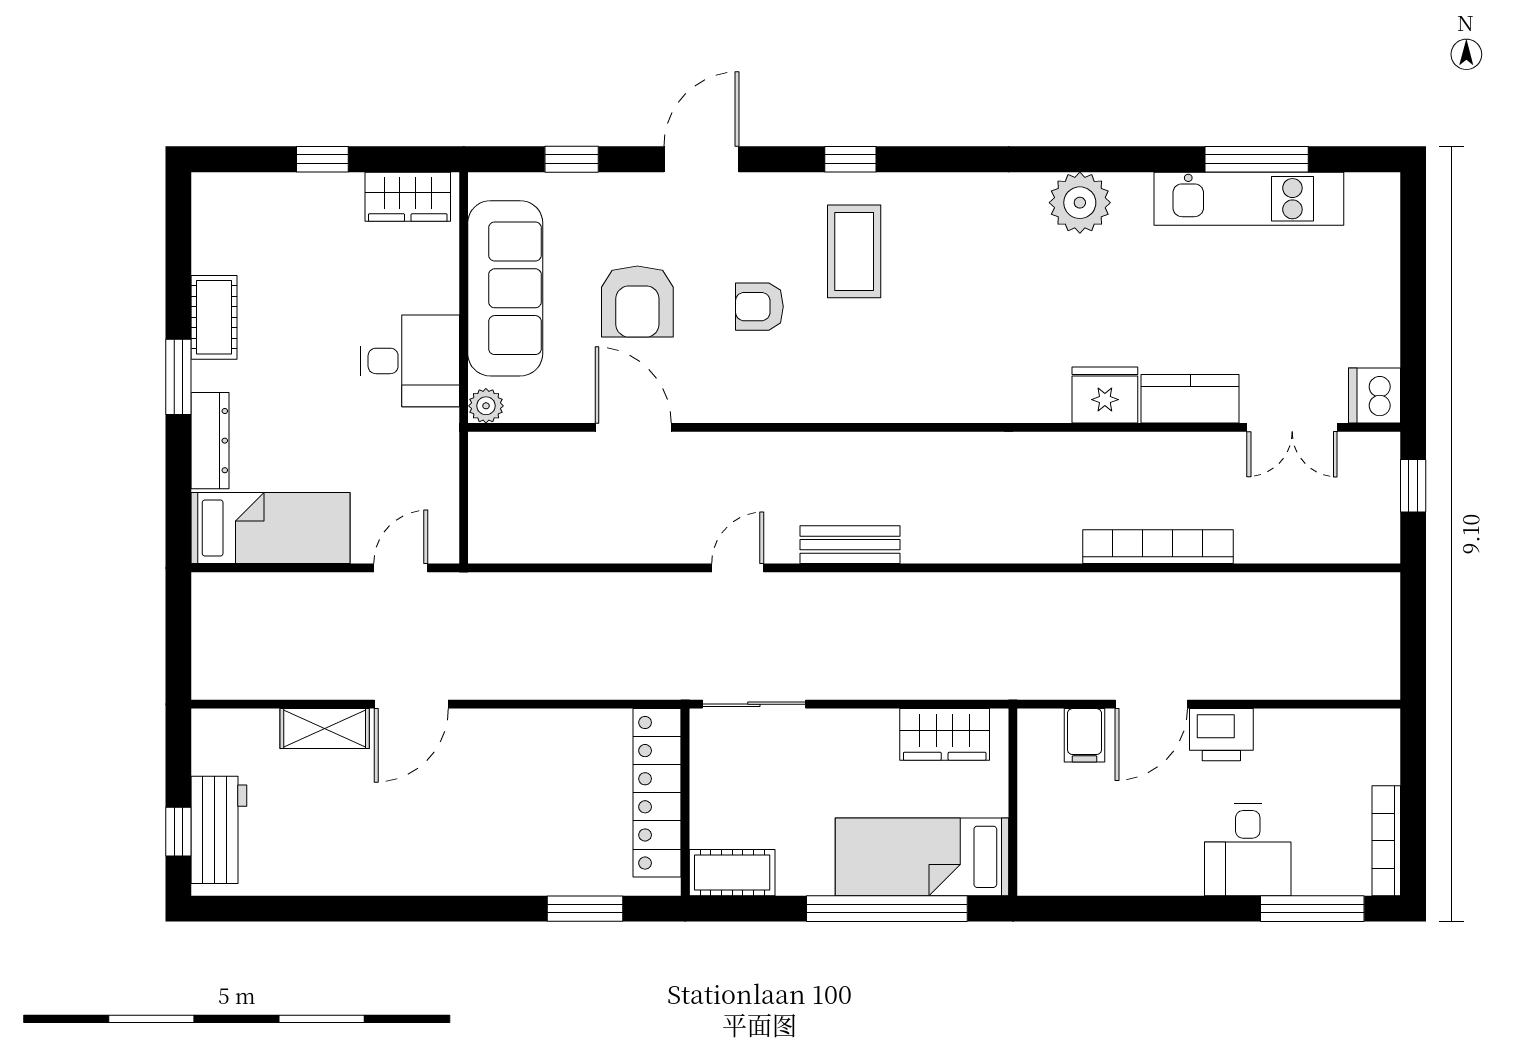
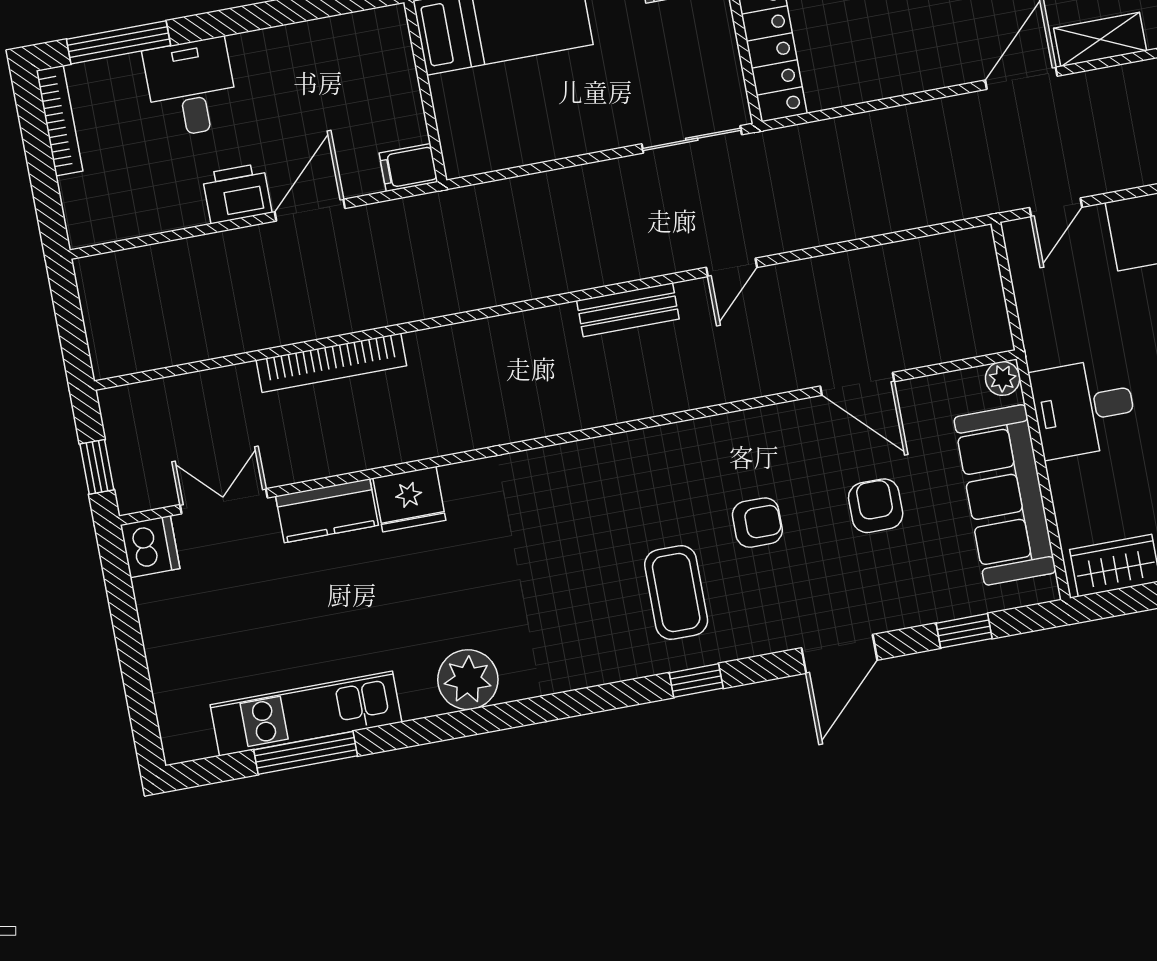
armchair: (637, 302) -> (876, 506), width x0.72, depth x0.72
wardrobe: (945, 734) -> (503, 144), removed
filing cabinet: (1085, 735) -> (409, 168), moved, turned -90

